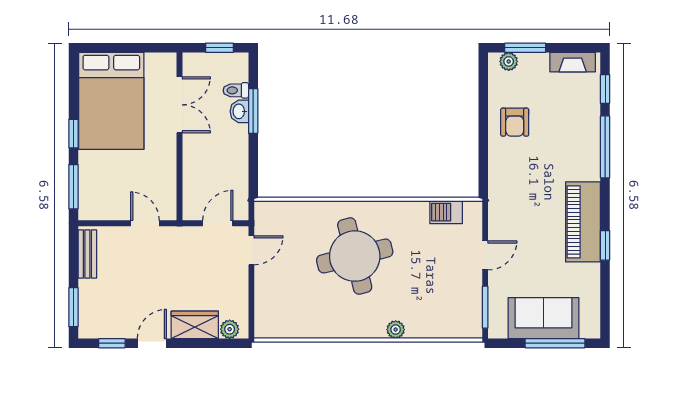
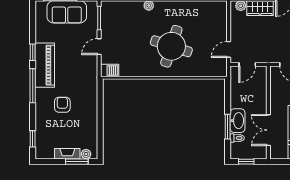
fireplace: (573, 62) -> (67, 154), moved
washbasin: (239, 111) -> (238, 121), width x1.91, depth x1.45
armchair: (515, 122) -> (62, 105), moved
window: (605, 147) -> (33, 86), moved
barbecue: (446, 212) -> (110, 71), moved
round table: (355, 256) -> (171, 46), turned 32

